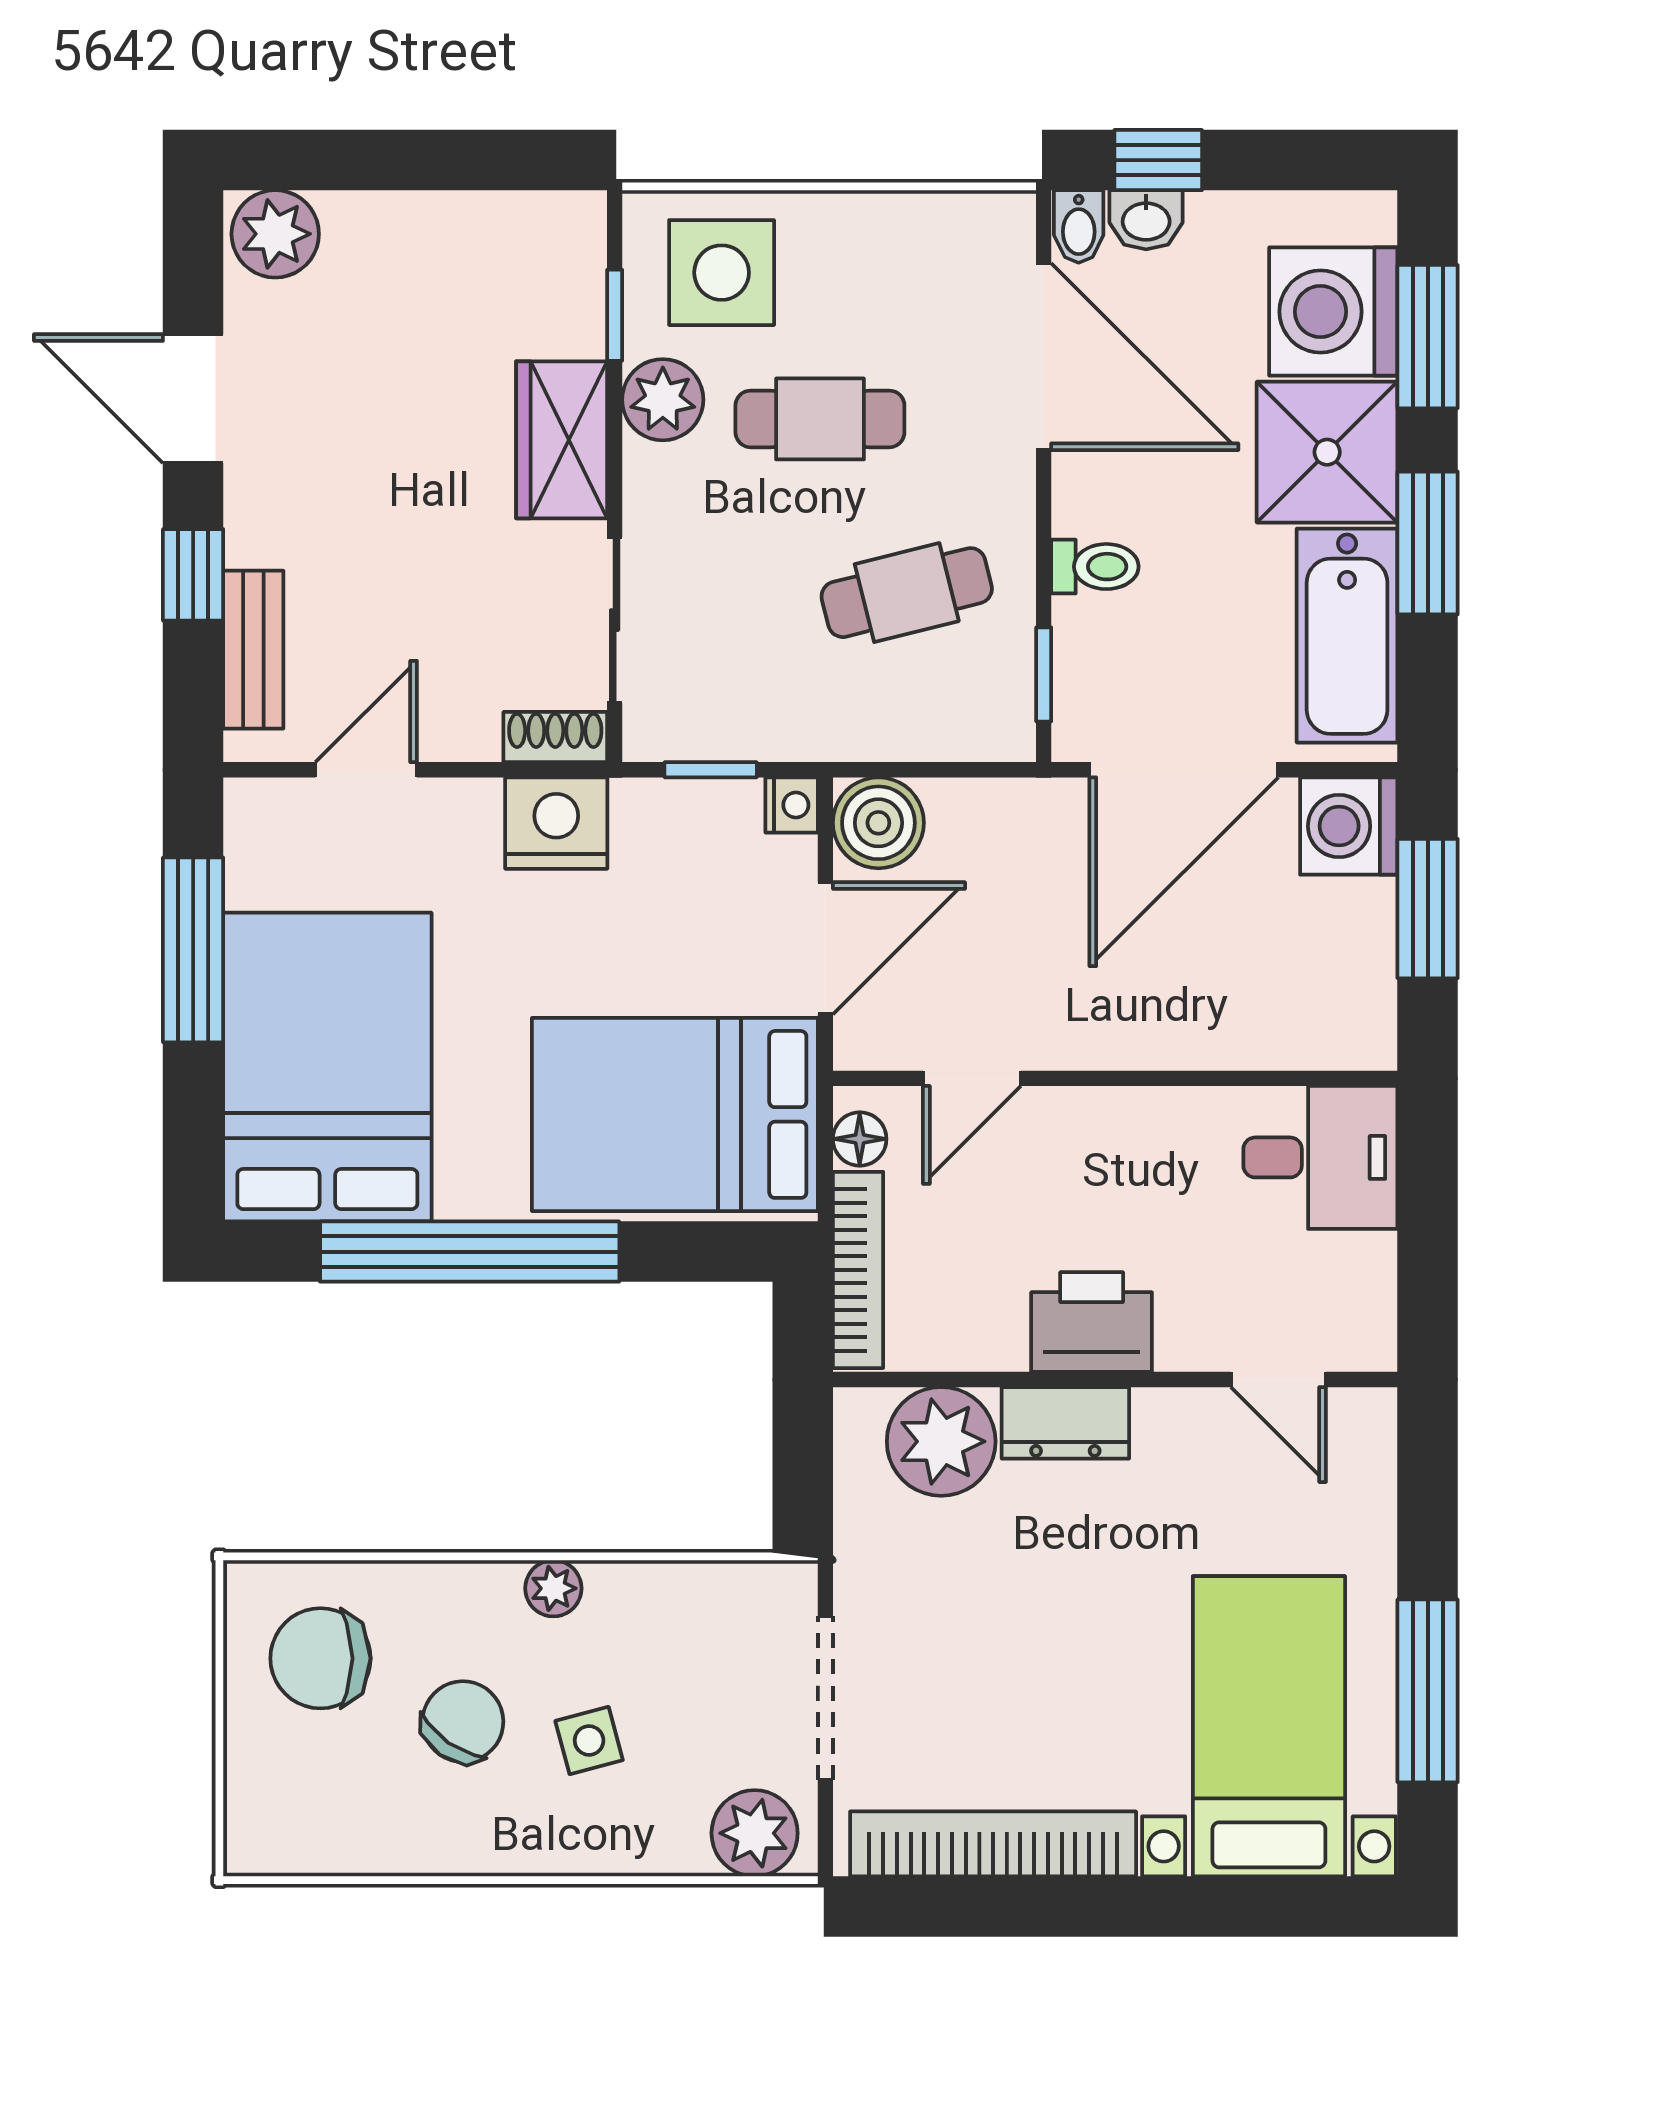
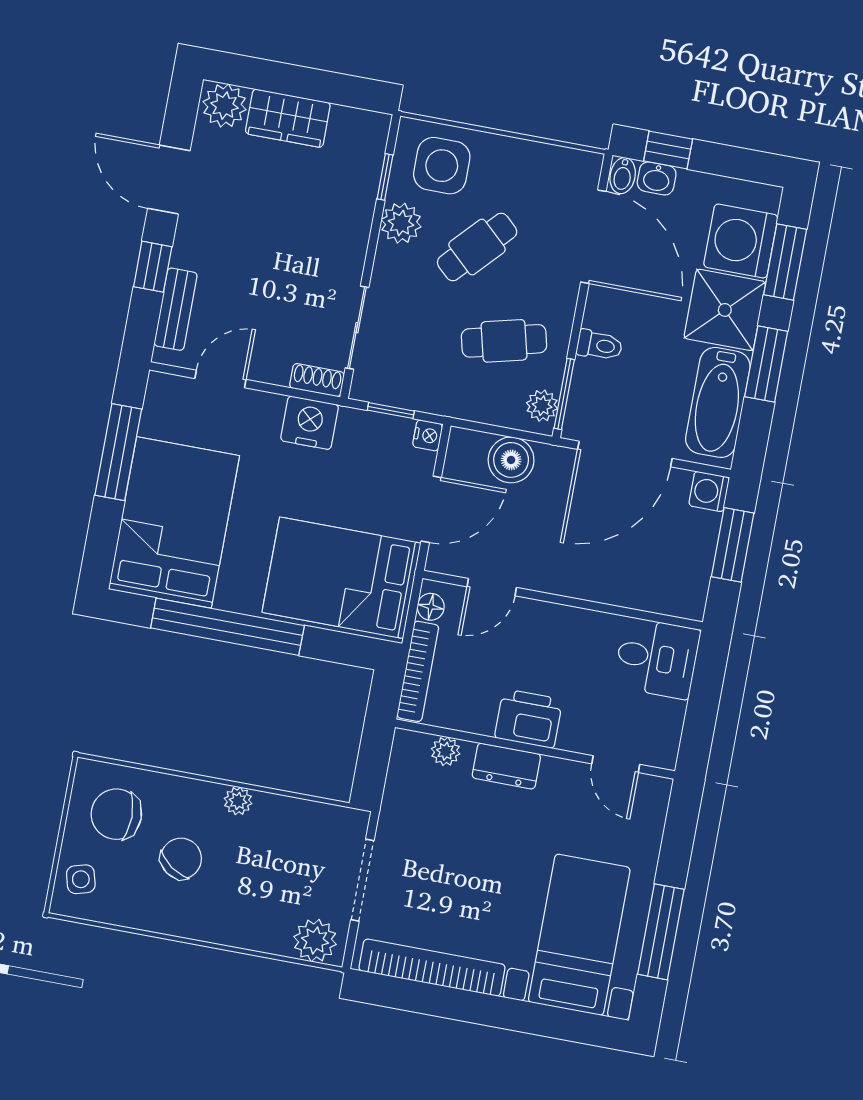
cafe table: (820, 419) -> (477, 247), turned -47
wardrobe: (562, 440) -> (288, 118), moved, turned -90
window: (1044, 674) -> (564, 394), width x1.50
plant: (1004, 705) -> (542, 406), added
boiler: (878, 823) -> (511, 460), moved
washing machine: (1349, 826) -> (709, 491), width x0.73, depth x0.73
plant: (941, 1441) -> (446, 751), width x0.53, depth x0.53
side table: (589, 1740) -> (81, 879), moved

